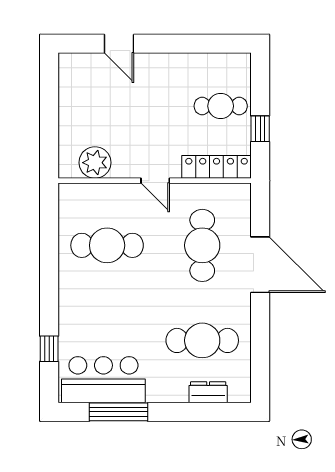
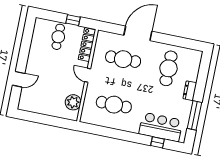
door: (155, 181) -> (88, 75), swing flipped
cafe table: (107, 245) -> (114, 105), turned 90
bar counter: (103, 380) -> (161, 127), moved, turned 90
dresser: (208, 392) -> (190, 91), moved

